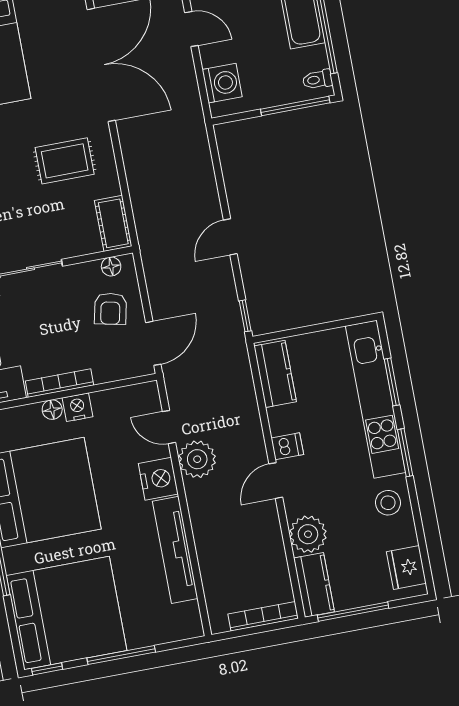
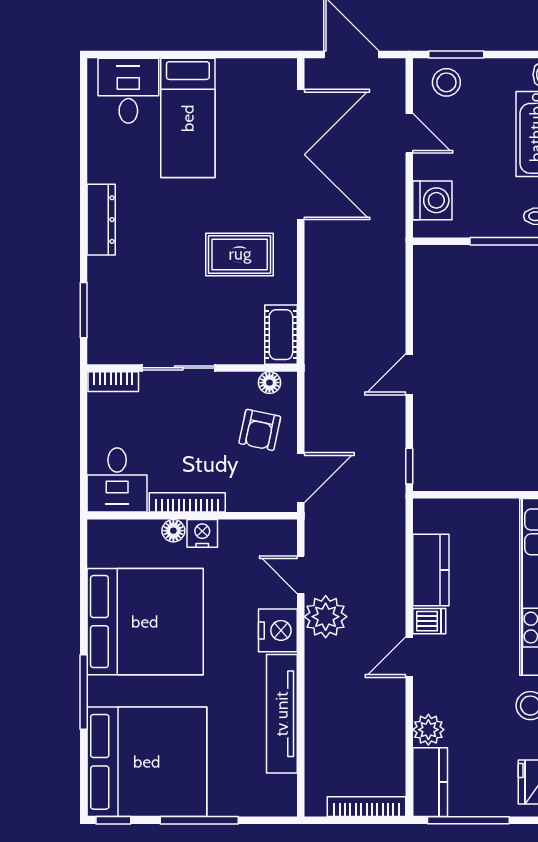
kitchen counter: (275, 374) -> (431, 570), moved
plant: (308, 534) -> (428, 730), width x0.73, depth x0.73

